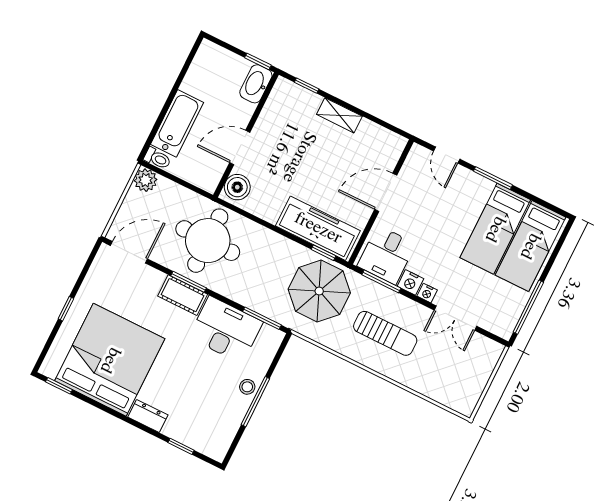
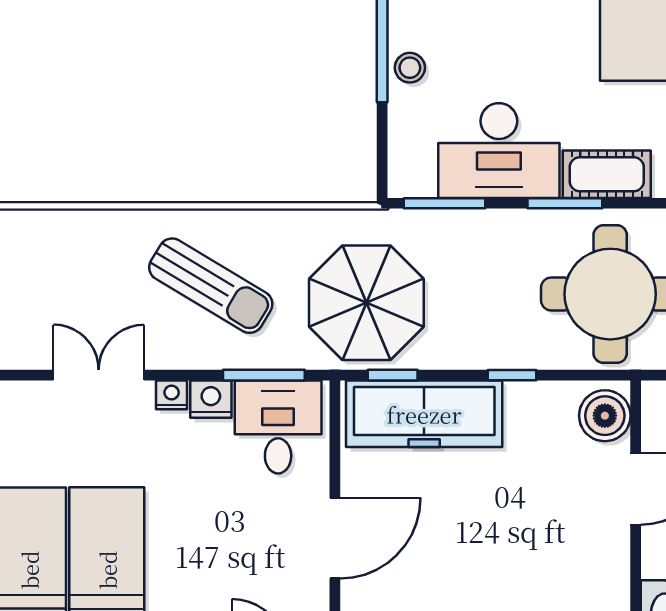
window: (270, 226) -> (512, 375), added
window: (189, 282) -> (565, 203), moved
sun lounger: (385, 333) -> (211, 286), turned -149

